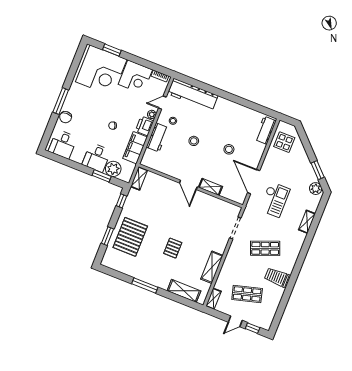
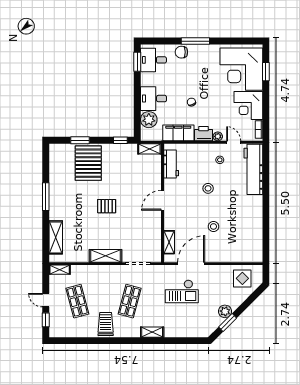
workbench: (266, 130) -> (247, 255), removed
workbench: (157, 137) -> (171, 164), moved, turned -90
window: (102, 176) -> (137, 62), moved
shelving: (210, 187) -> (169, 242), moved
plant: (316, 189) -> (225, 311), moved
shelving: (307, 222) -> (152, 332), moved
pallet: (130, 237) -> (88, 163), turned 90
pallet: (173, 248) -> (107, 206), moved
shop shelf: (265, 248) -> (130, 301), turned 36
shelving: (212, 267) -> (106, 256), moved

